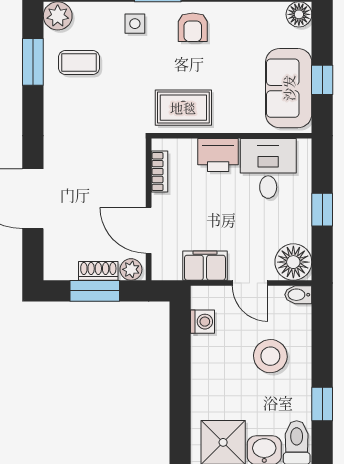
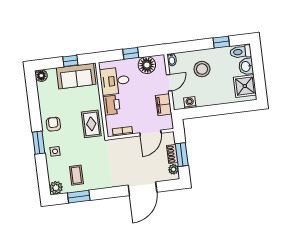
armchair: (193, 27) -> (53, 124), turned -90
floor lamp: (293, 262) -> (147, 65), moved
plant: (131, 269) -> (173, 169), moved

